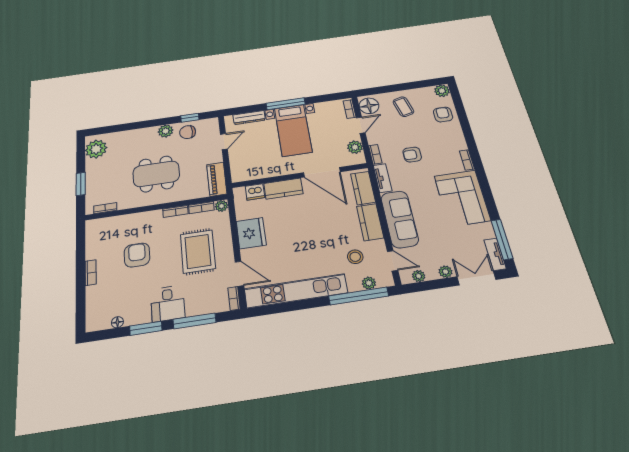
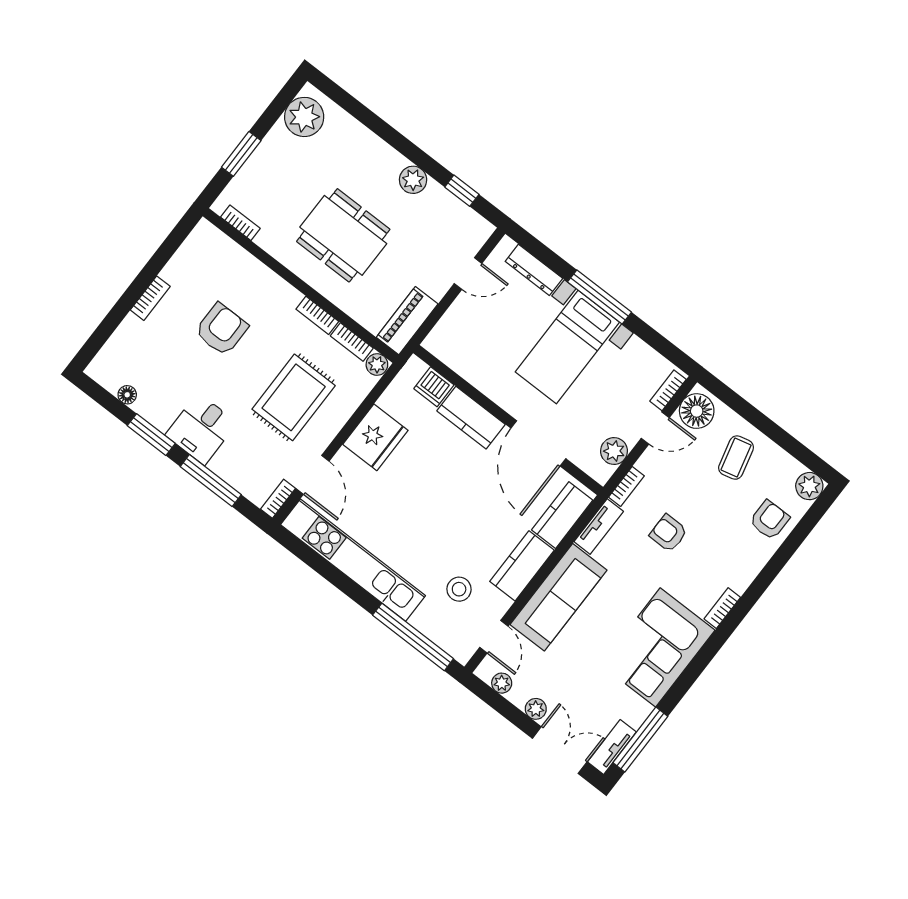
chair: (188, 132) -> (438, 211), removed
plant: (369, 283) -> (440, 634), removed

